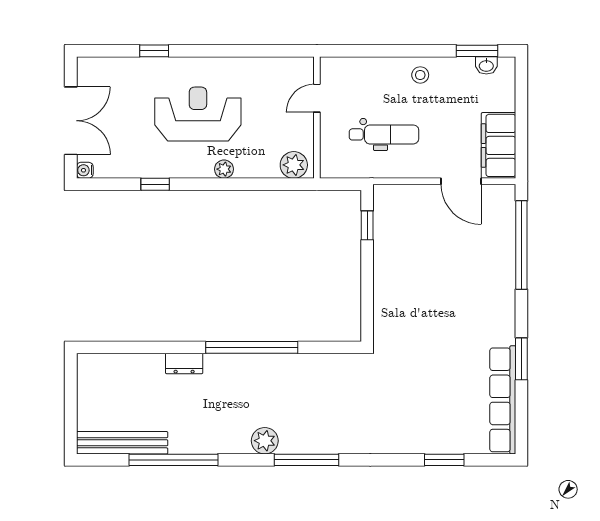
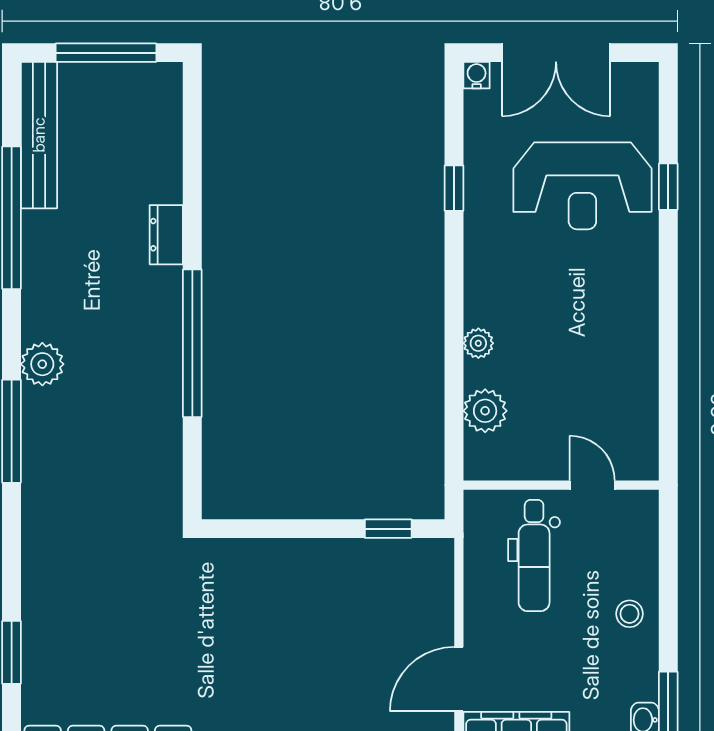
door: (317, 98) -> (592, 485), moved
reception desk: (198, 114) -> (582, 186), moved, turned 90
wall: (317, 118) -> (561, 485), moved
plant: (224, 169) -> (478, 343), moved
window: (71, 401) -> (106, 53), added

